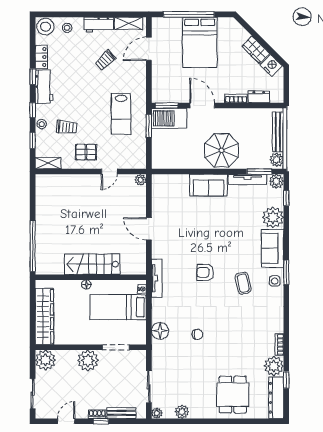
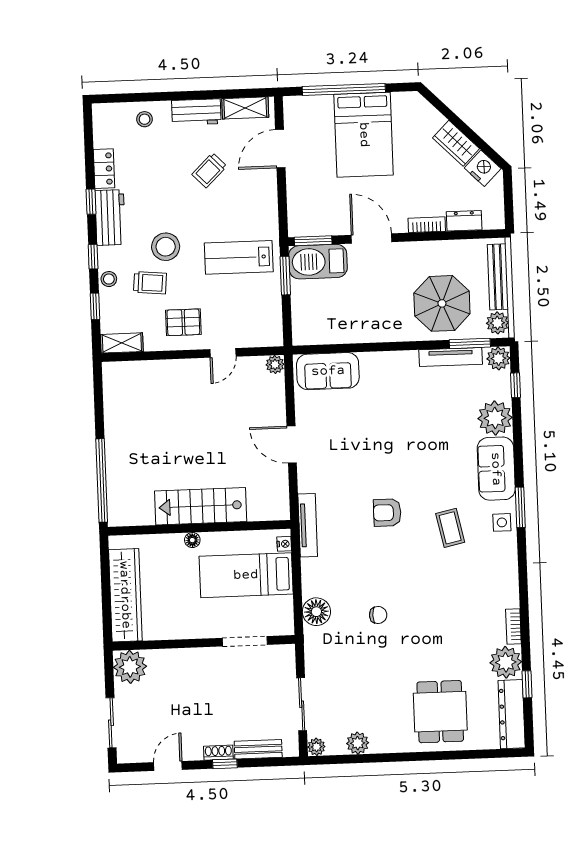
stool: (45, 27) -> (166, 247), moved
lab bench: (121, 114) -> (239, 257), turned 90
parasol: (221, 150) -> (442, 303), moved
sofa: (209, 185) -> (328, 371), moved
plant: (88, 360) -> (200, 665), removed

